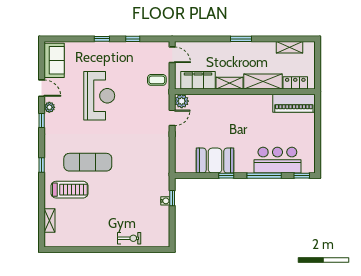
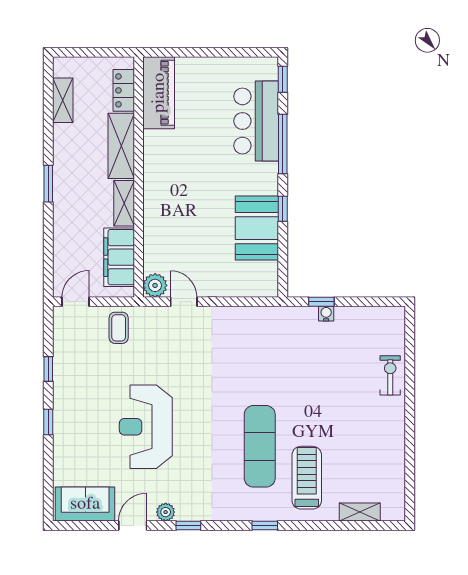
reception desk: (99, 96) -> (146, 427), turned -90

